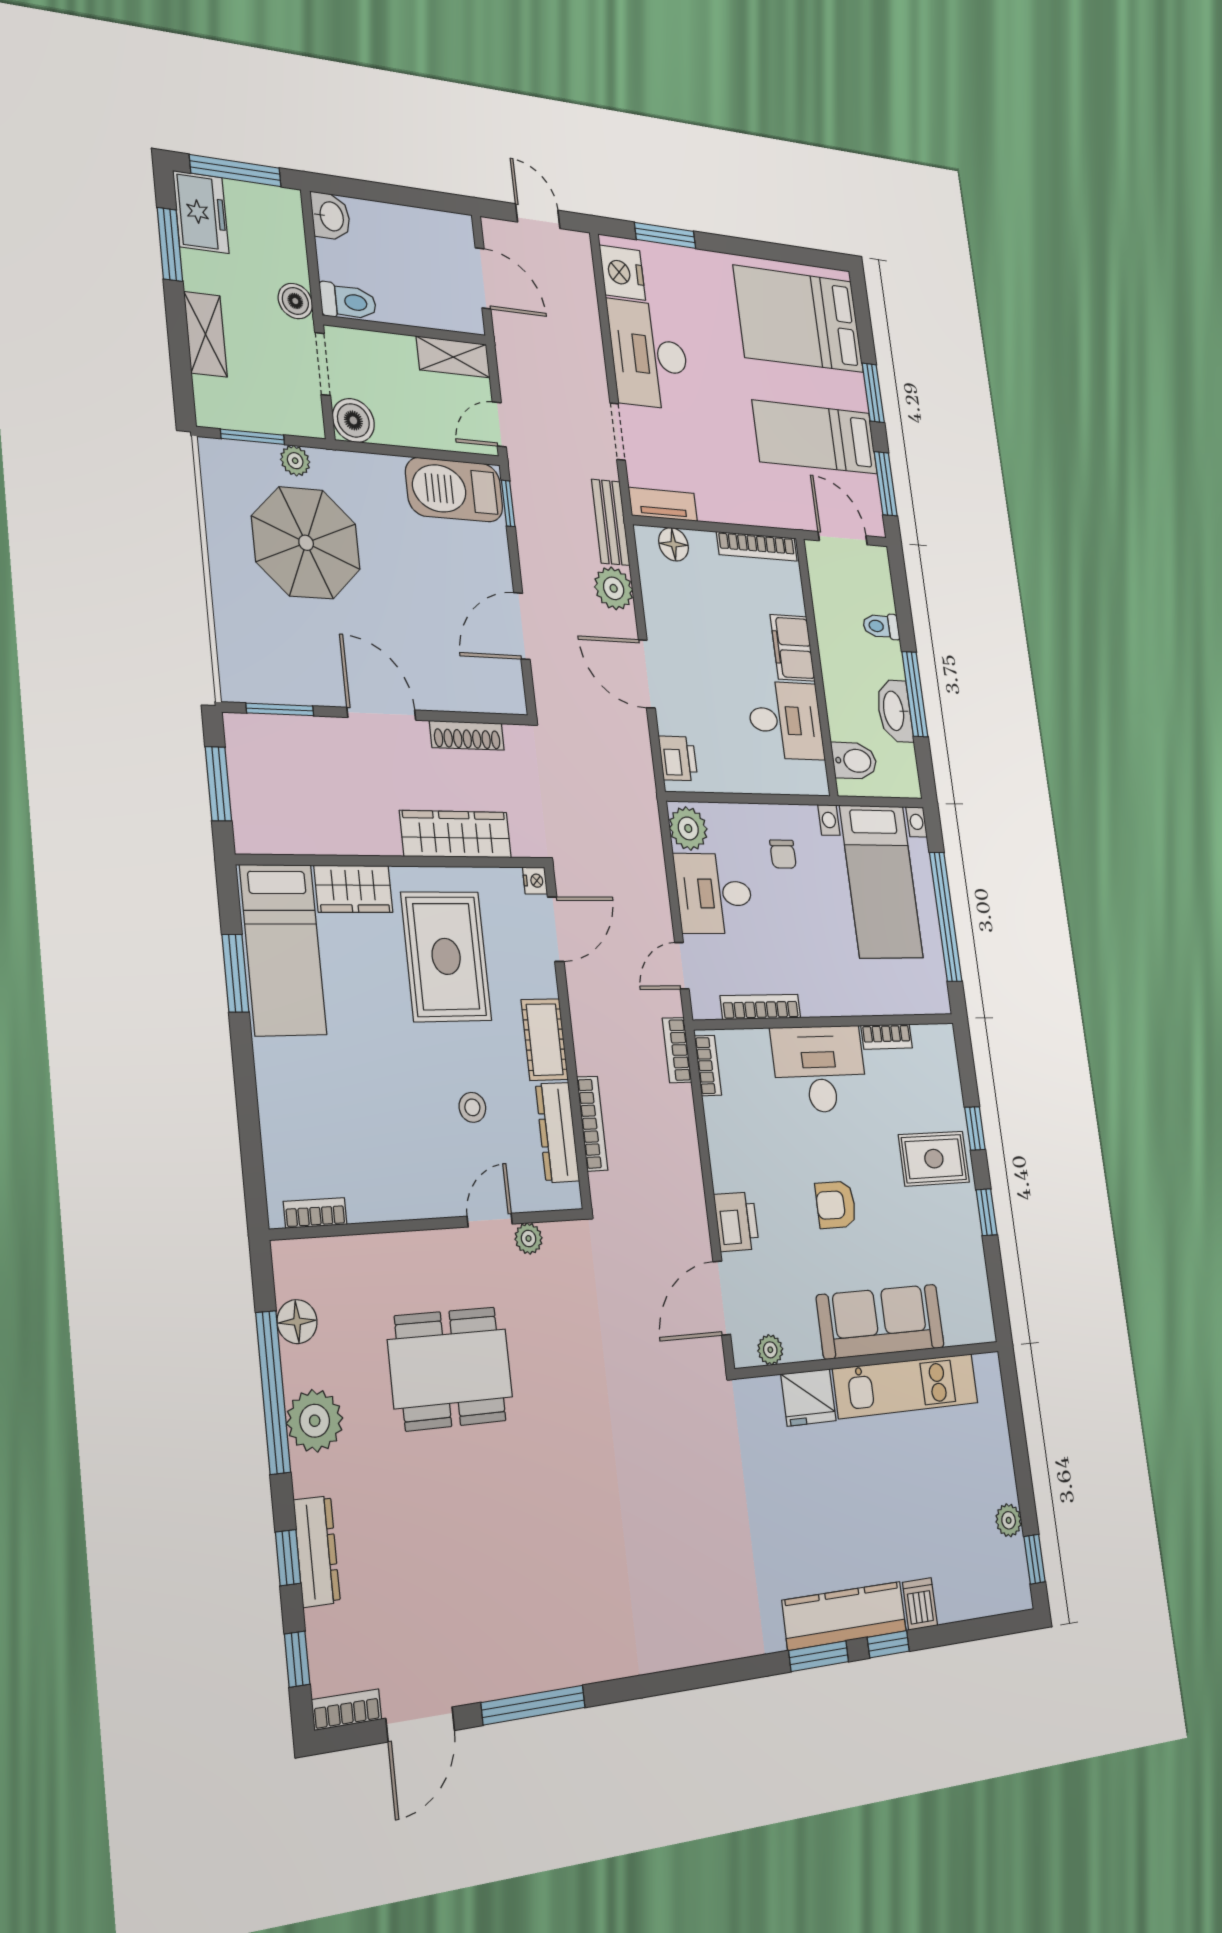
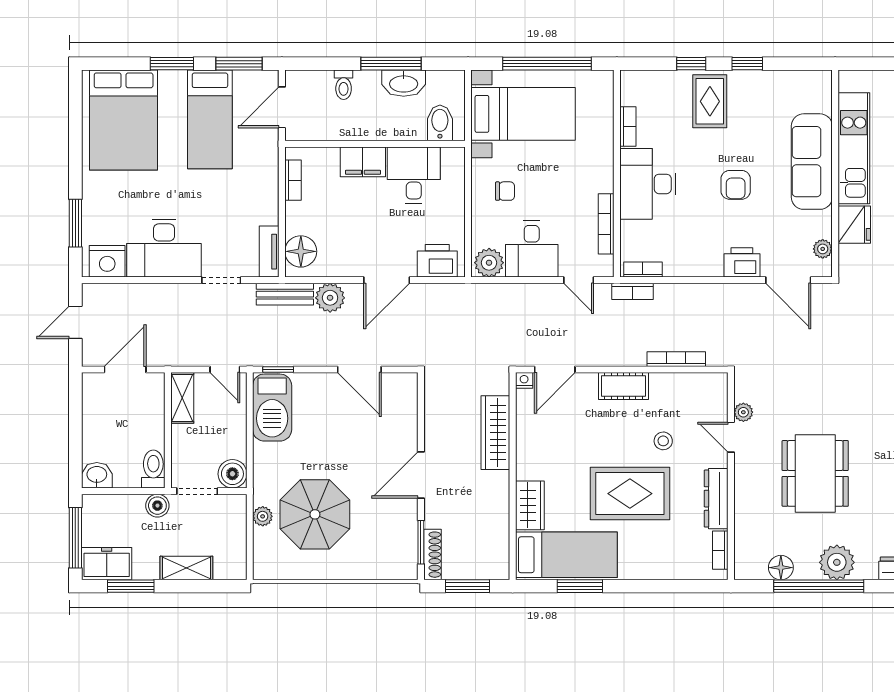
window: (253, 437) -> (250, 543), removed
floor lamp: (674, 544) -> (301, 251), width x1.38, depth x1.38
bookcase: (757, 546) -> (293, 180), width x0.64
shoe rack: (467, 735) -> (432, 555), moved
printer: (678, 758) -> (437, 261), width x1.36, depth x1.24
door: (556, 929) -> (555, 370), swing flipped
rug: (446, 956) -> (630, 494), moved
dresser: (557, 1132) -> (716, 499), moved, turned 90

